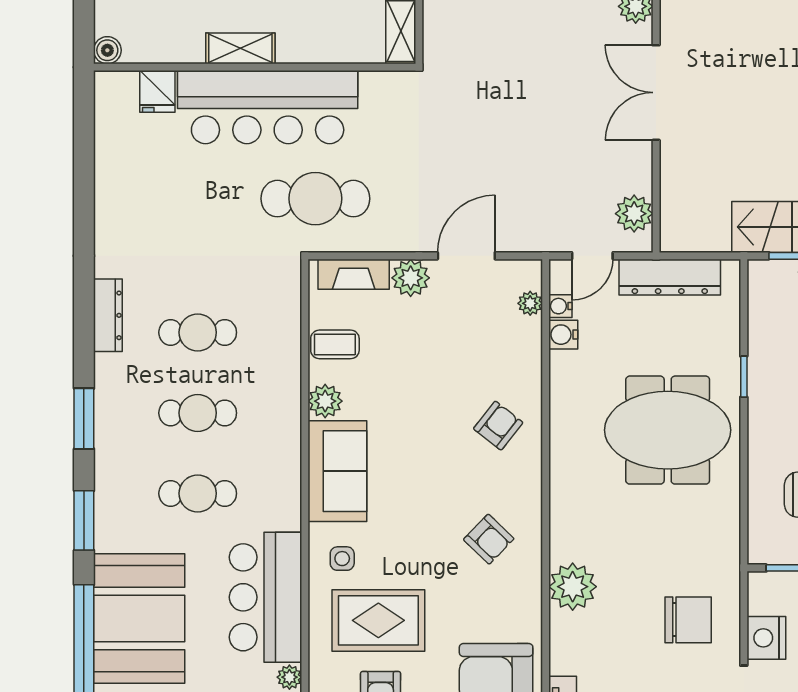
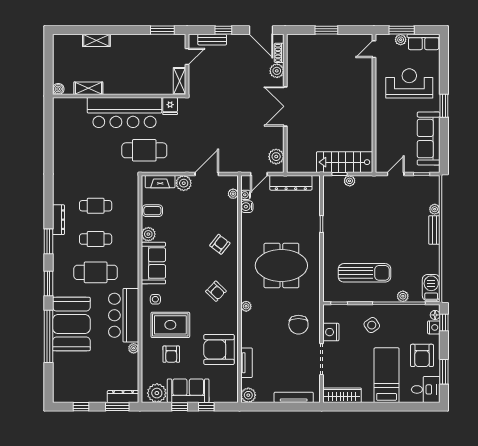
shelving: (240, 48) -> (88, 88), moved
fridge: (157, 91) -> (170, 106), moved
dresser: (108, 315) -> (58, 220), moved
meeting table: (668, 430) -> (281, 266), moved
cafe table: (198, 493) -> (96, 272), width x1.37, depth x1.35
plant: (573, 587) -> (246, 306), width x0.53, depth x0.53
chair: (688, 620) -> (298, 325), turned 90

